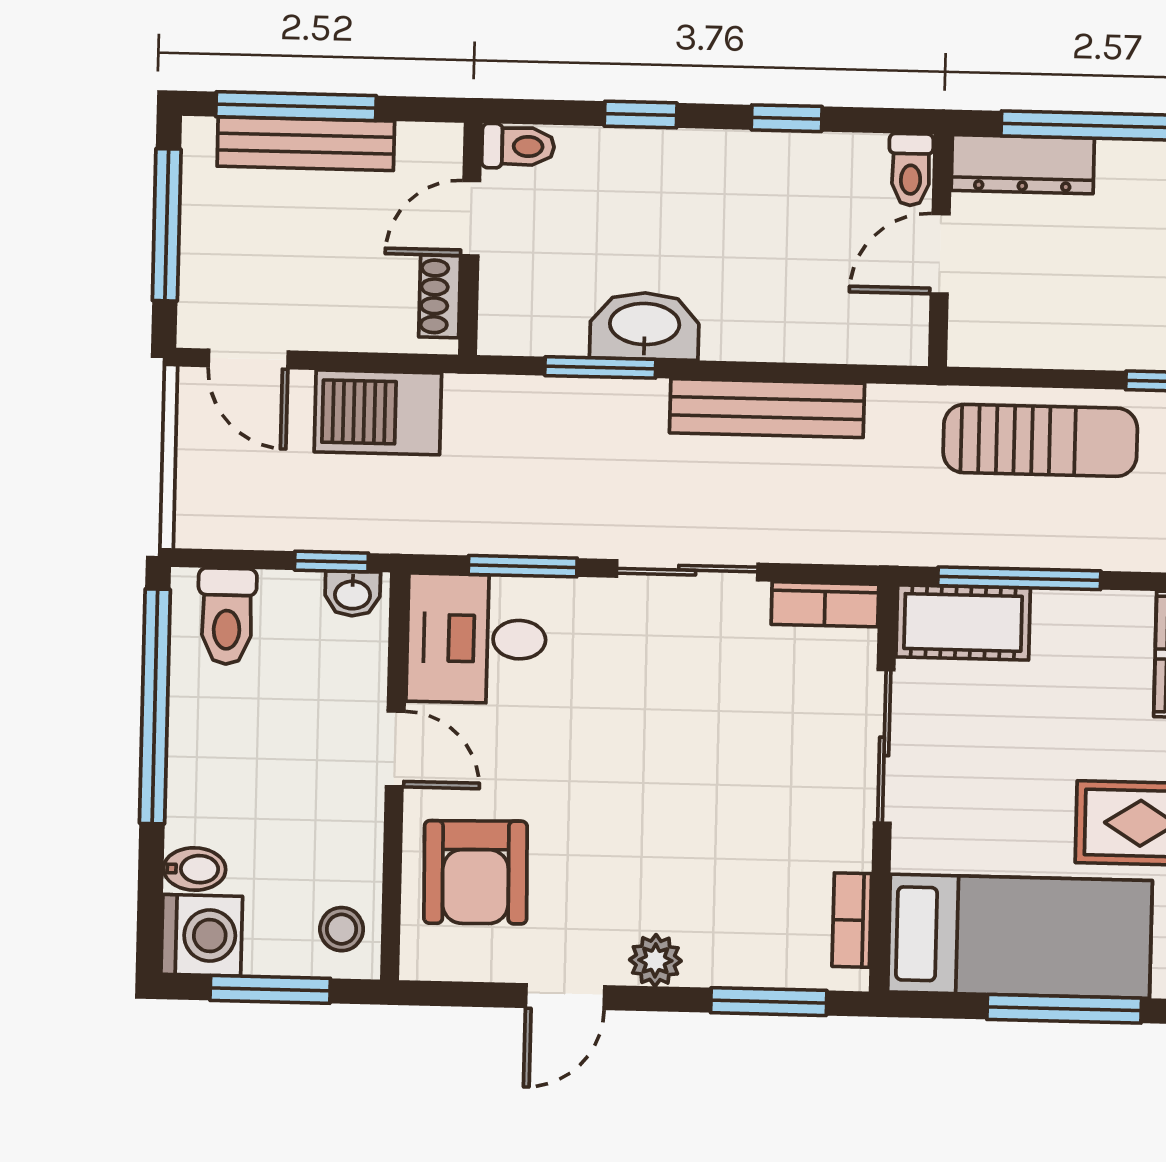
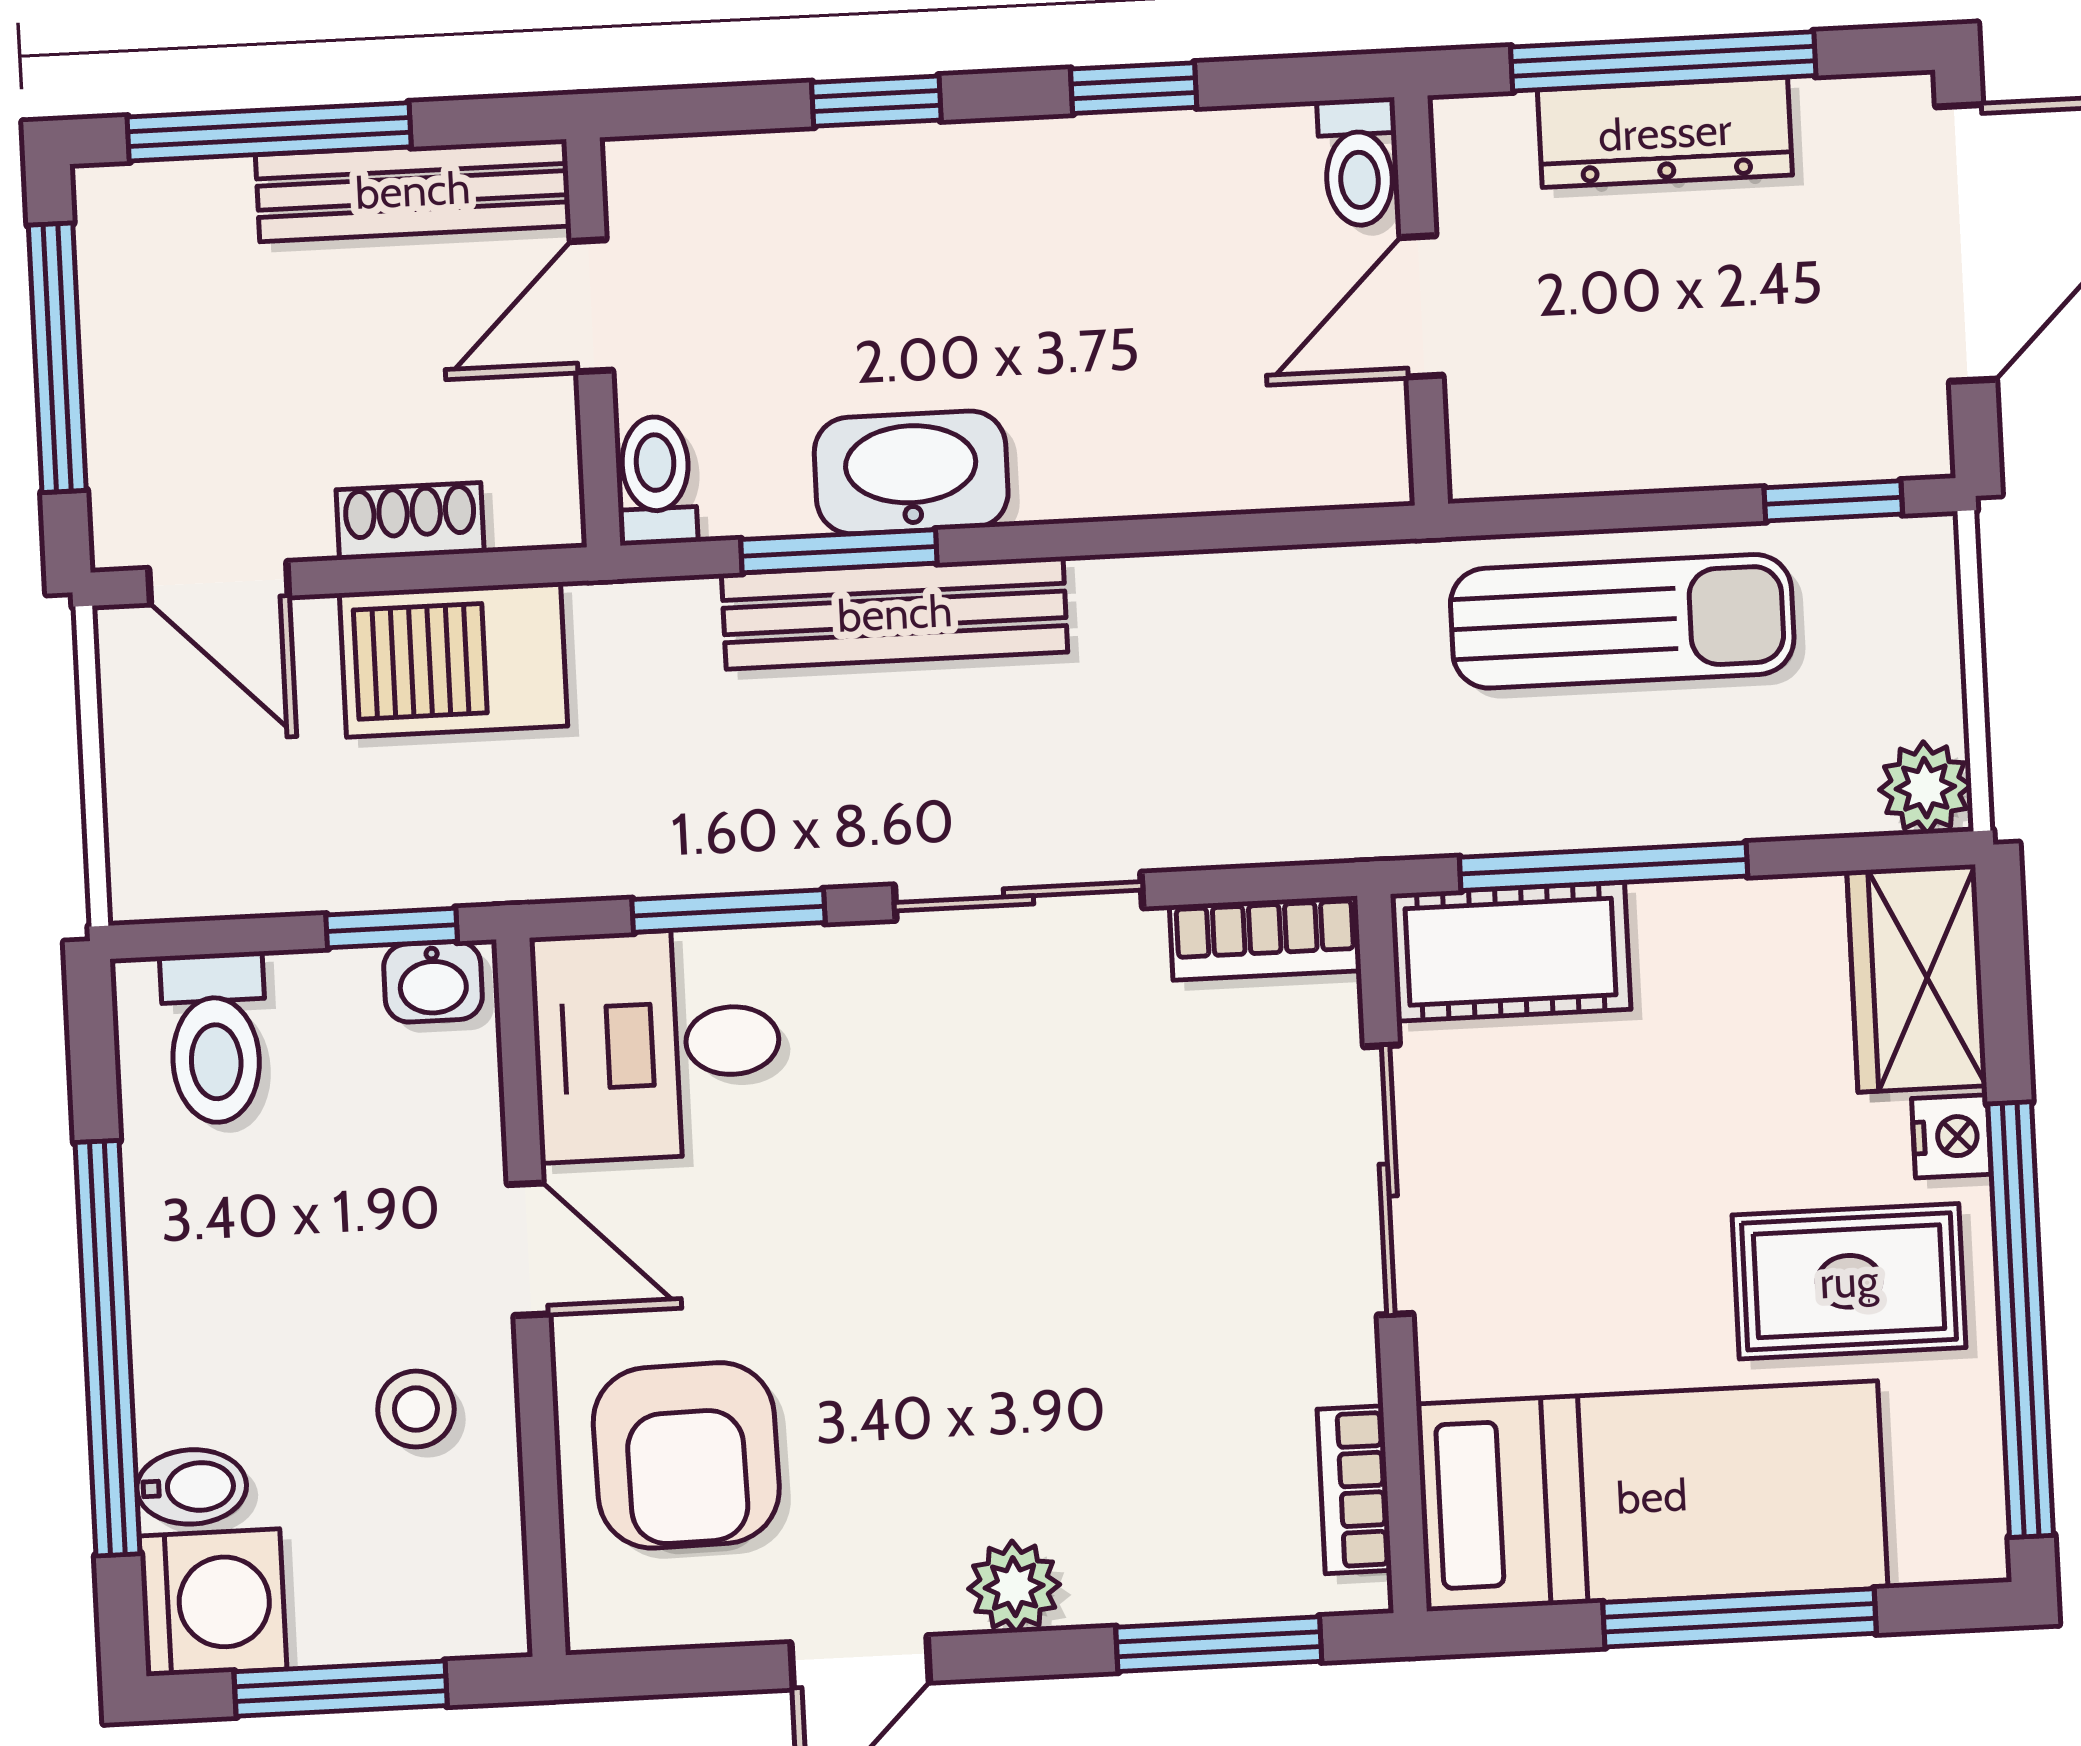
bench: (306, 144) -> (413, 190), moved
toilet: (518, 146) -> (656, 480), moved, turned -90
dresser: (1023, 164) -> (1665, 132), moved
shoe rack: (440, 296) -> (410, 521), moved, turned 90
bench: (767, 408) -> (895, 613), moved
window: (155, 706) -> (108, 1348), moved
stool: (342, 929) -> (416, 1409), moved

